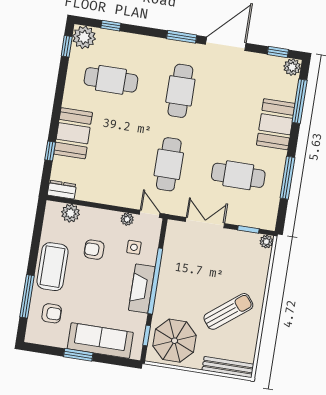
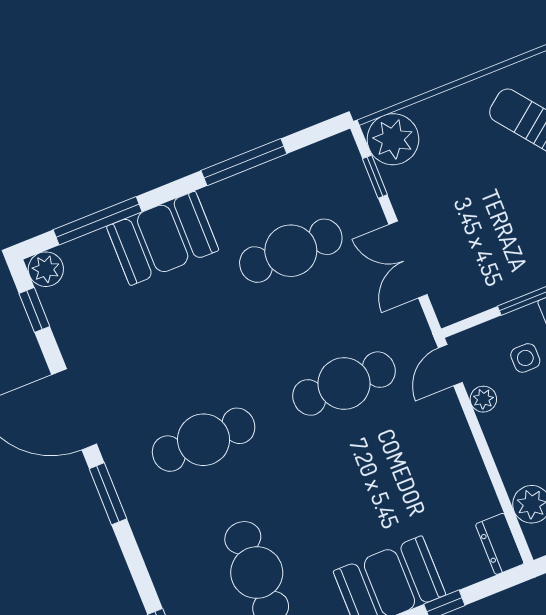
cafe table: (238, 175) -> (291, 251), turned 90
plant: (266, 242) -> (393, 139), width x1.88, depth x1.88

